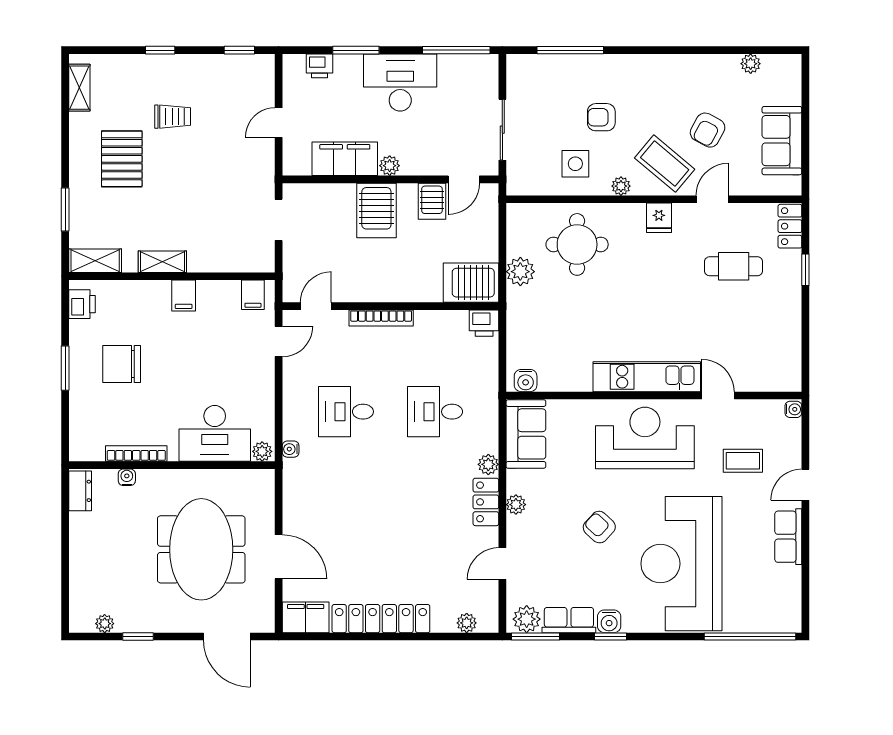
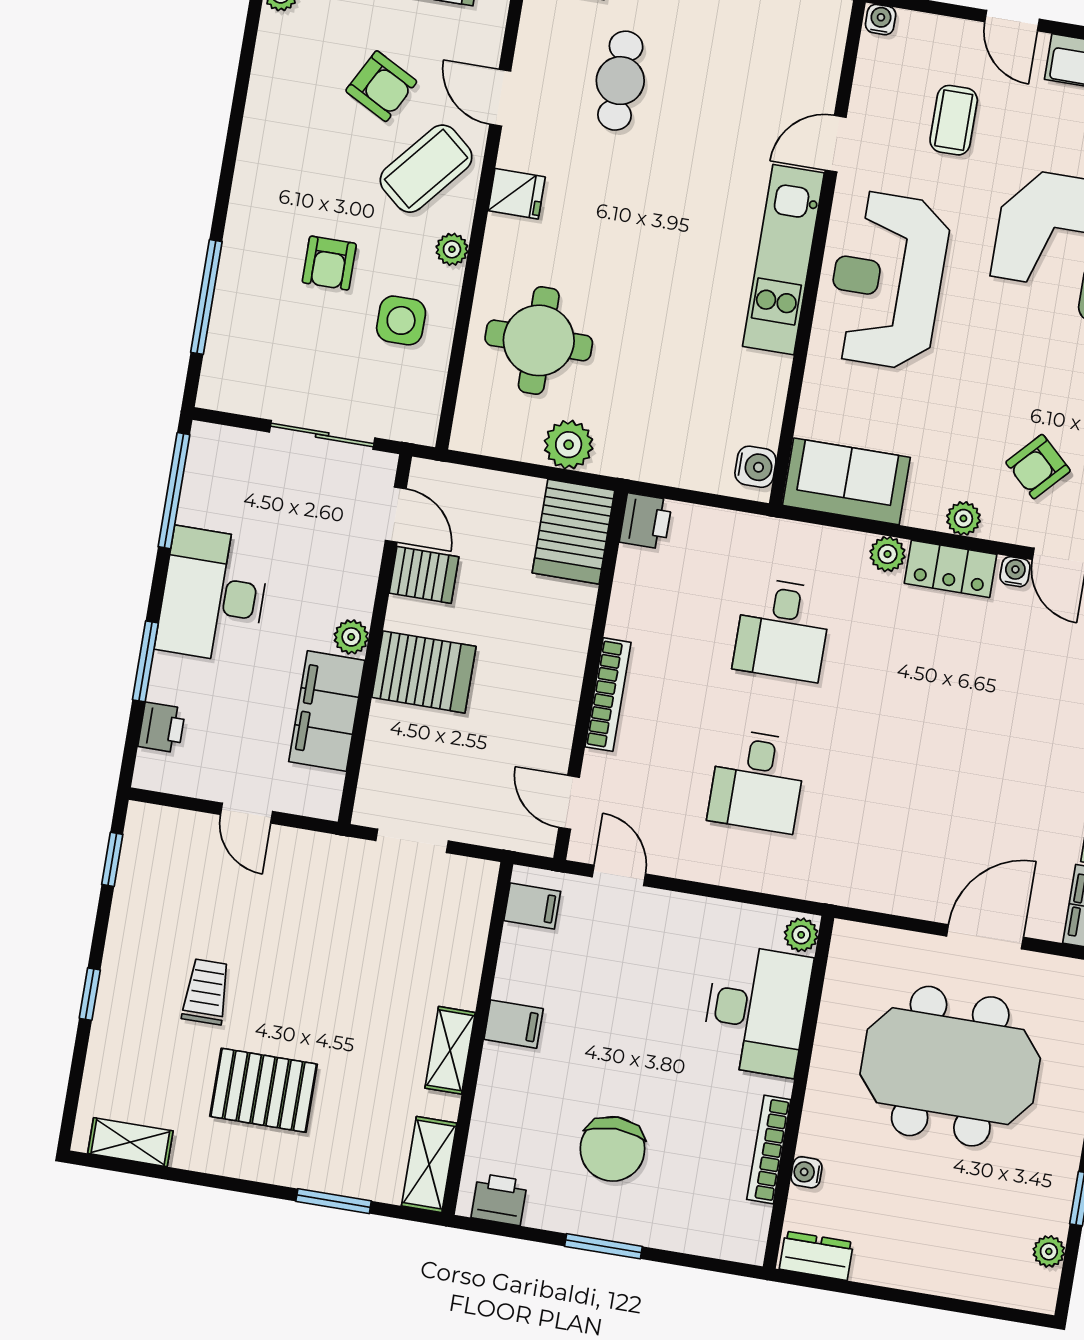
water cooler: (291, 449) -> (1015, 572), moved, turned 180
armchair: (599, 527) -> (1038, 467), moved

